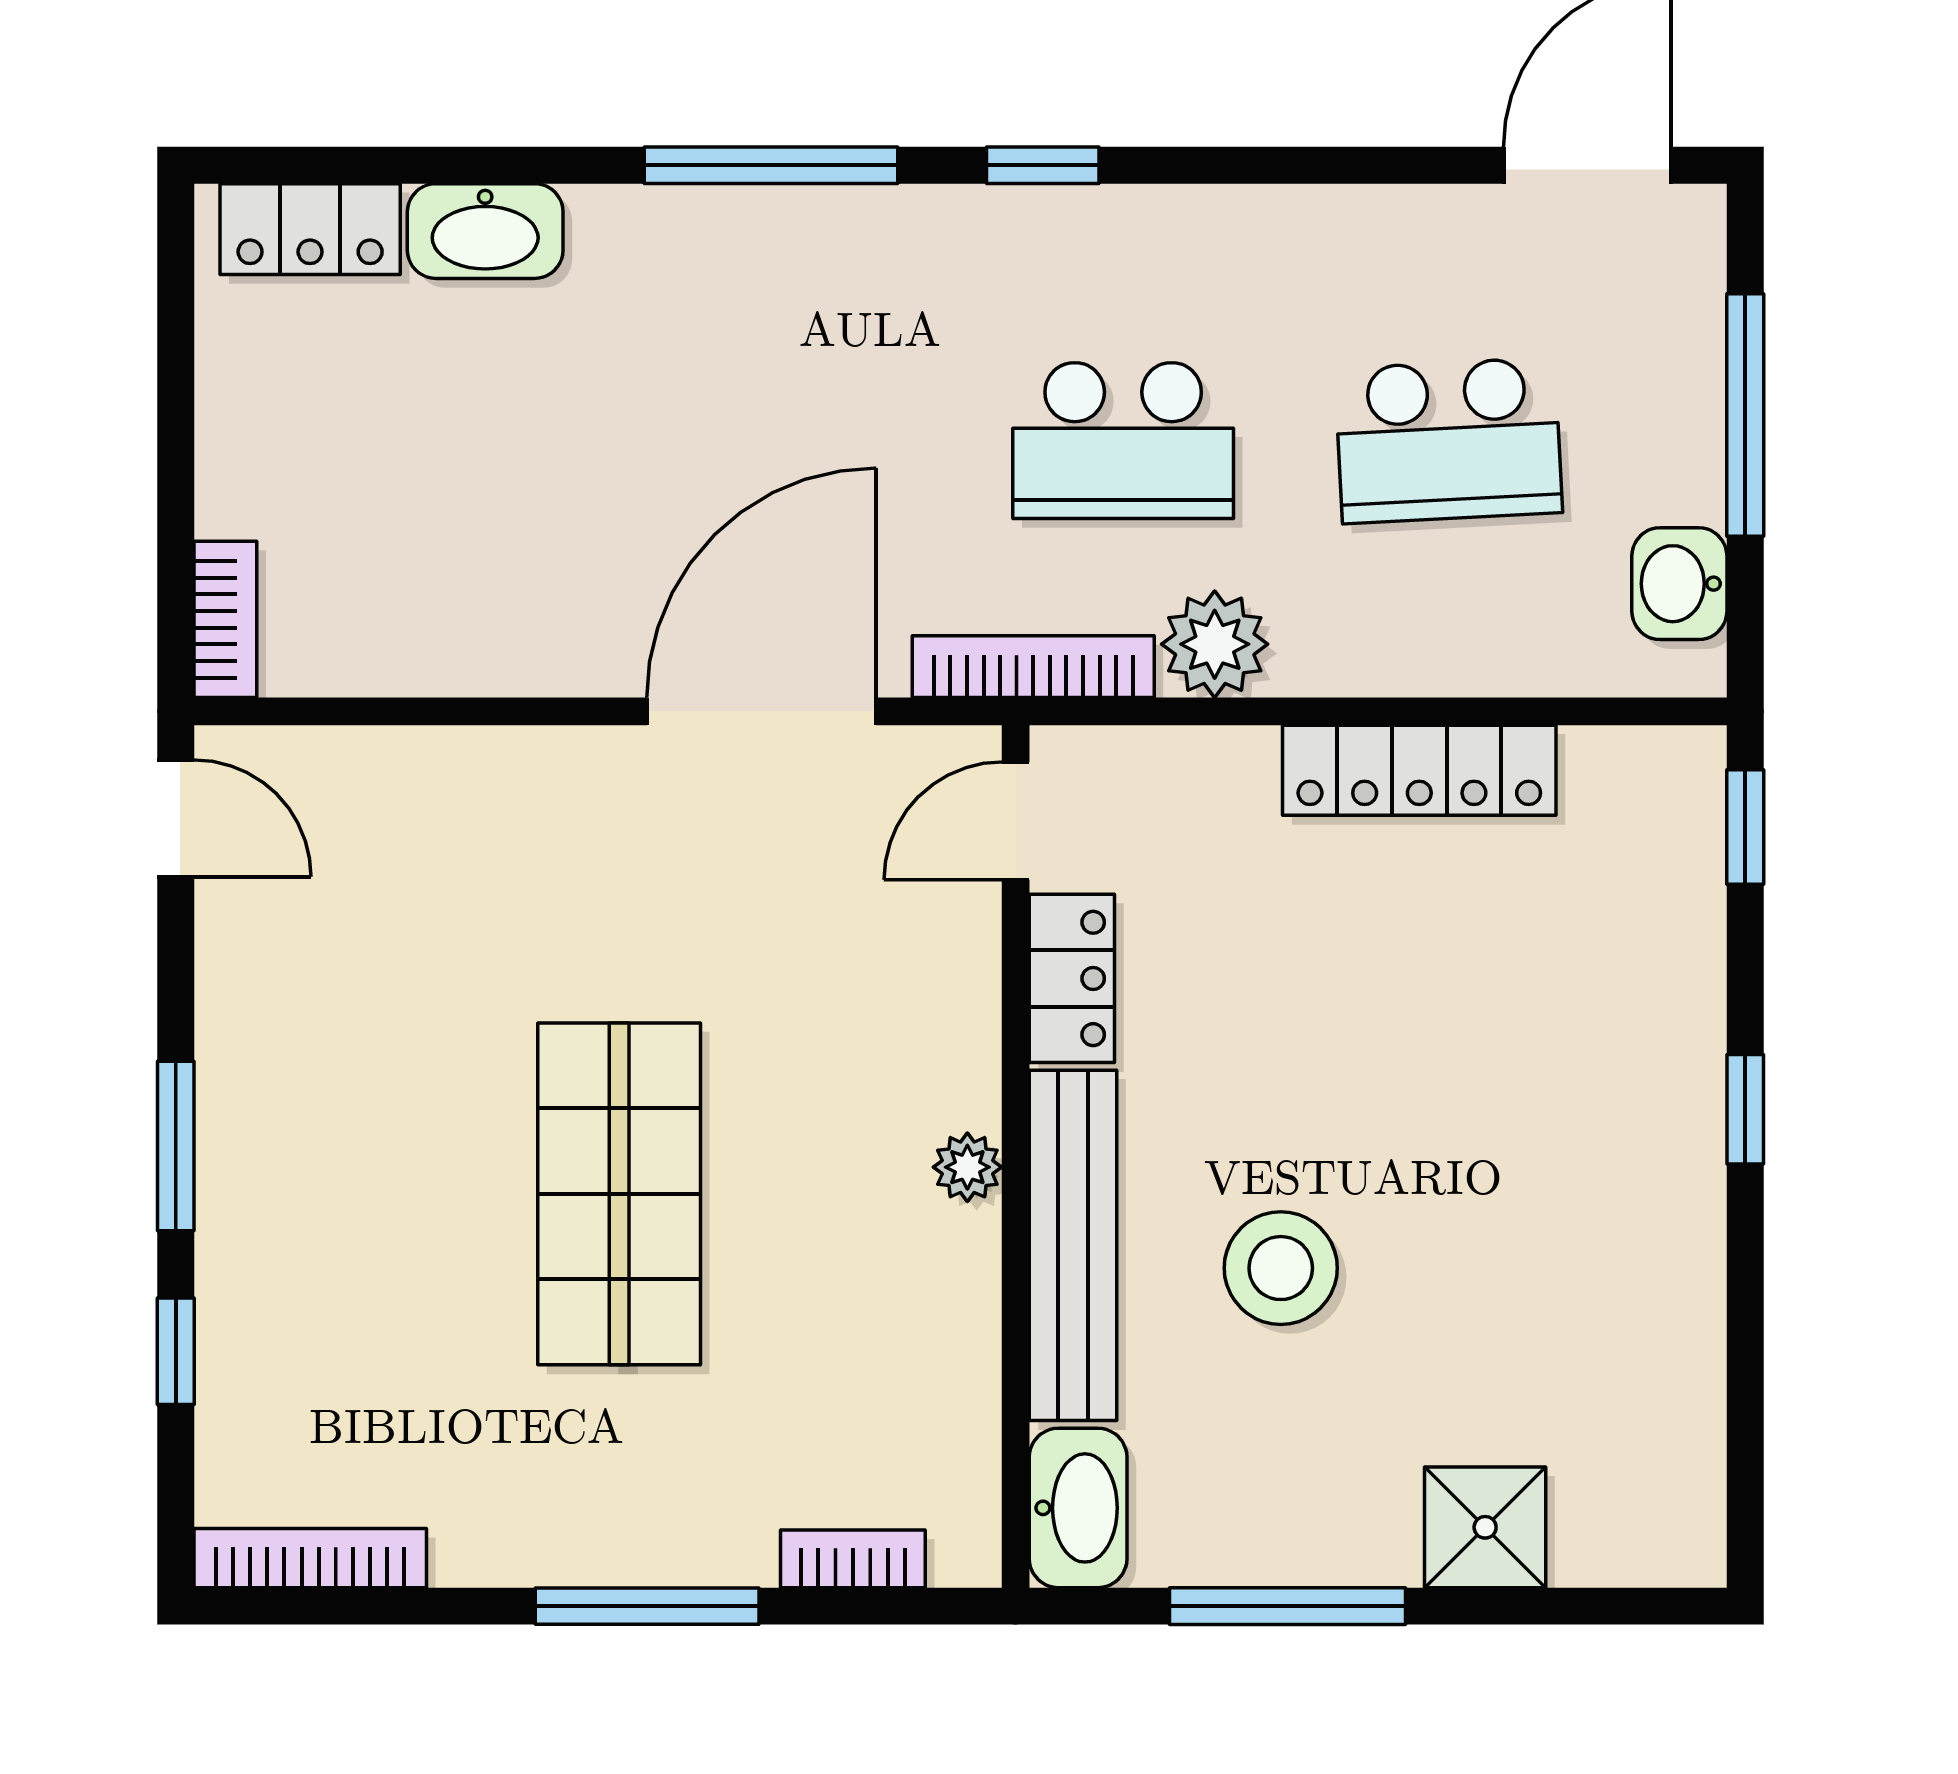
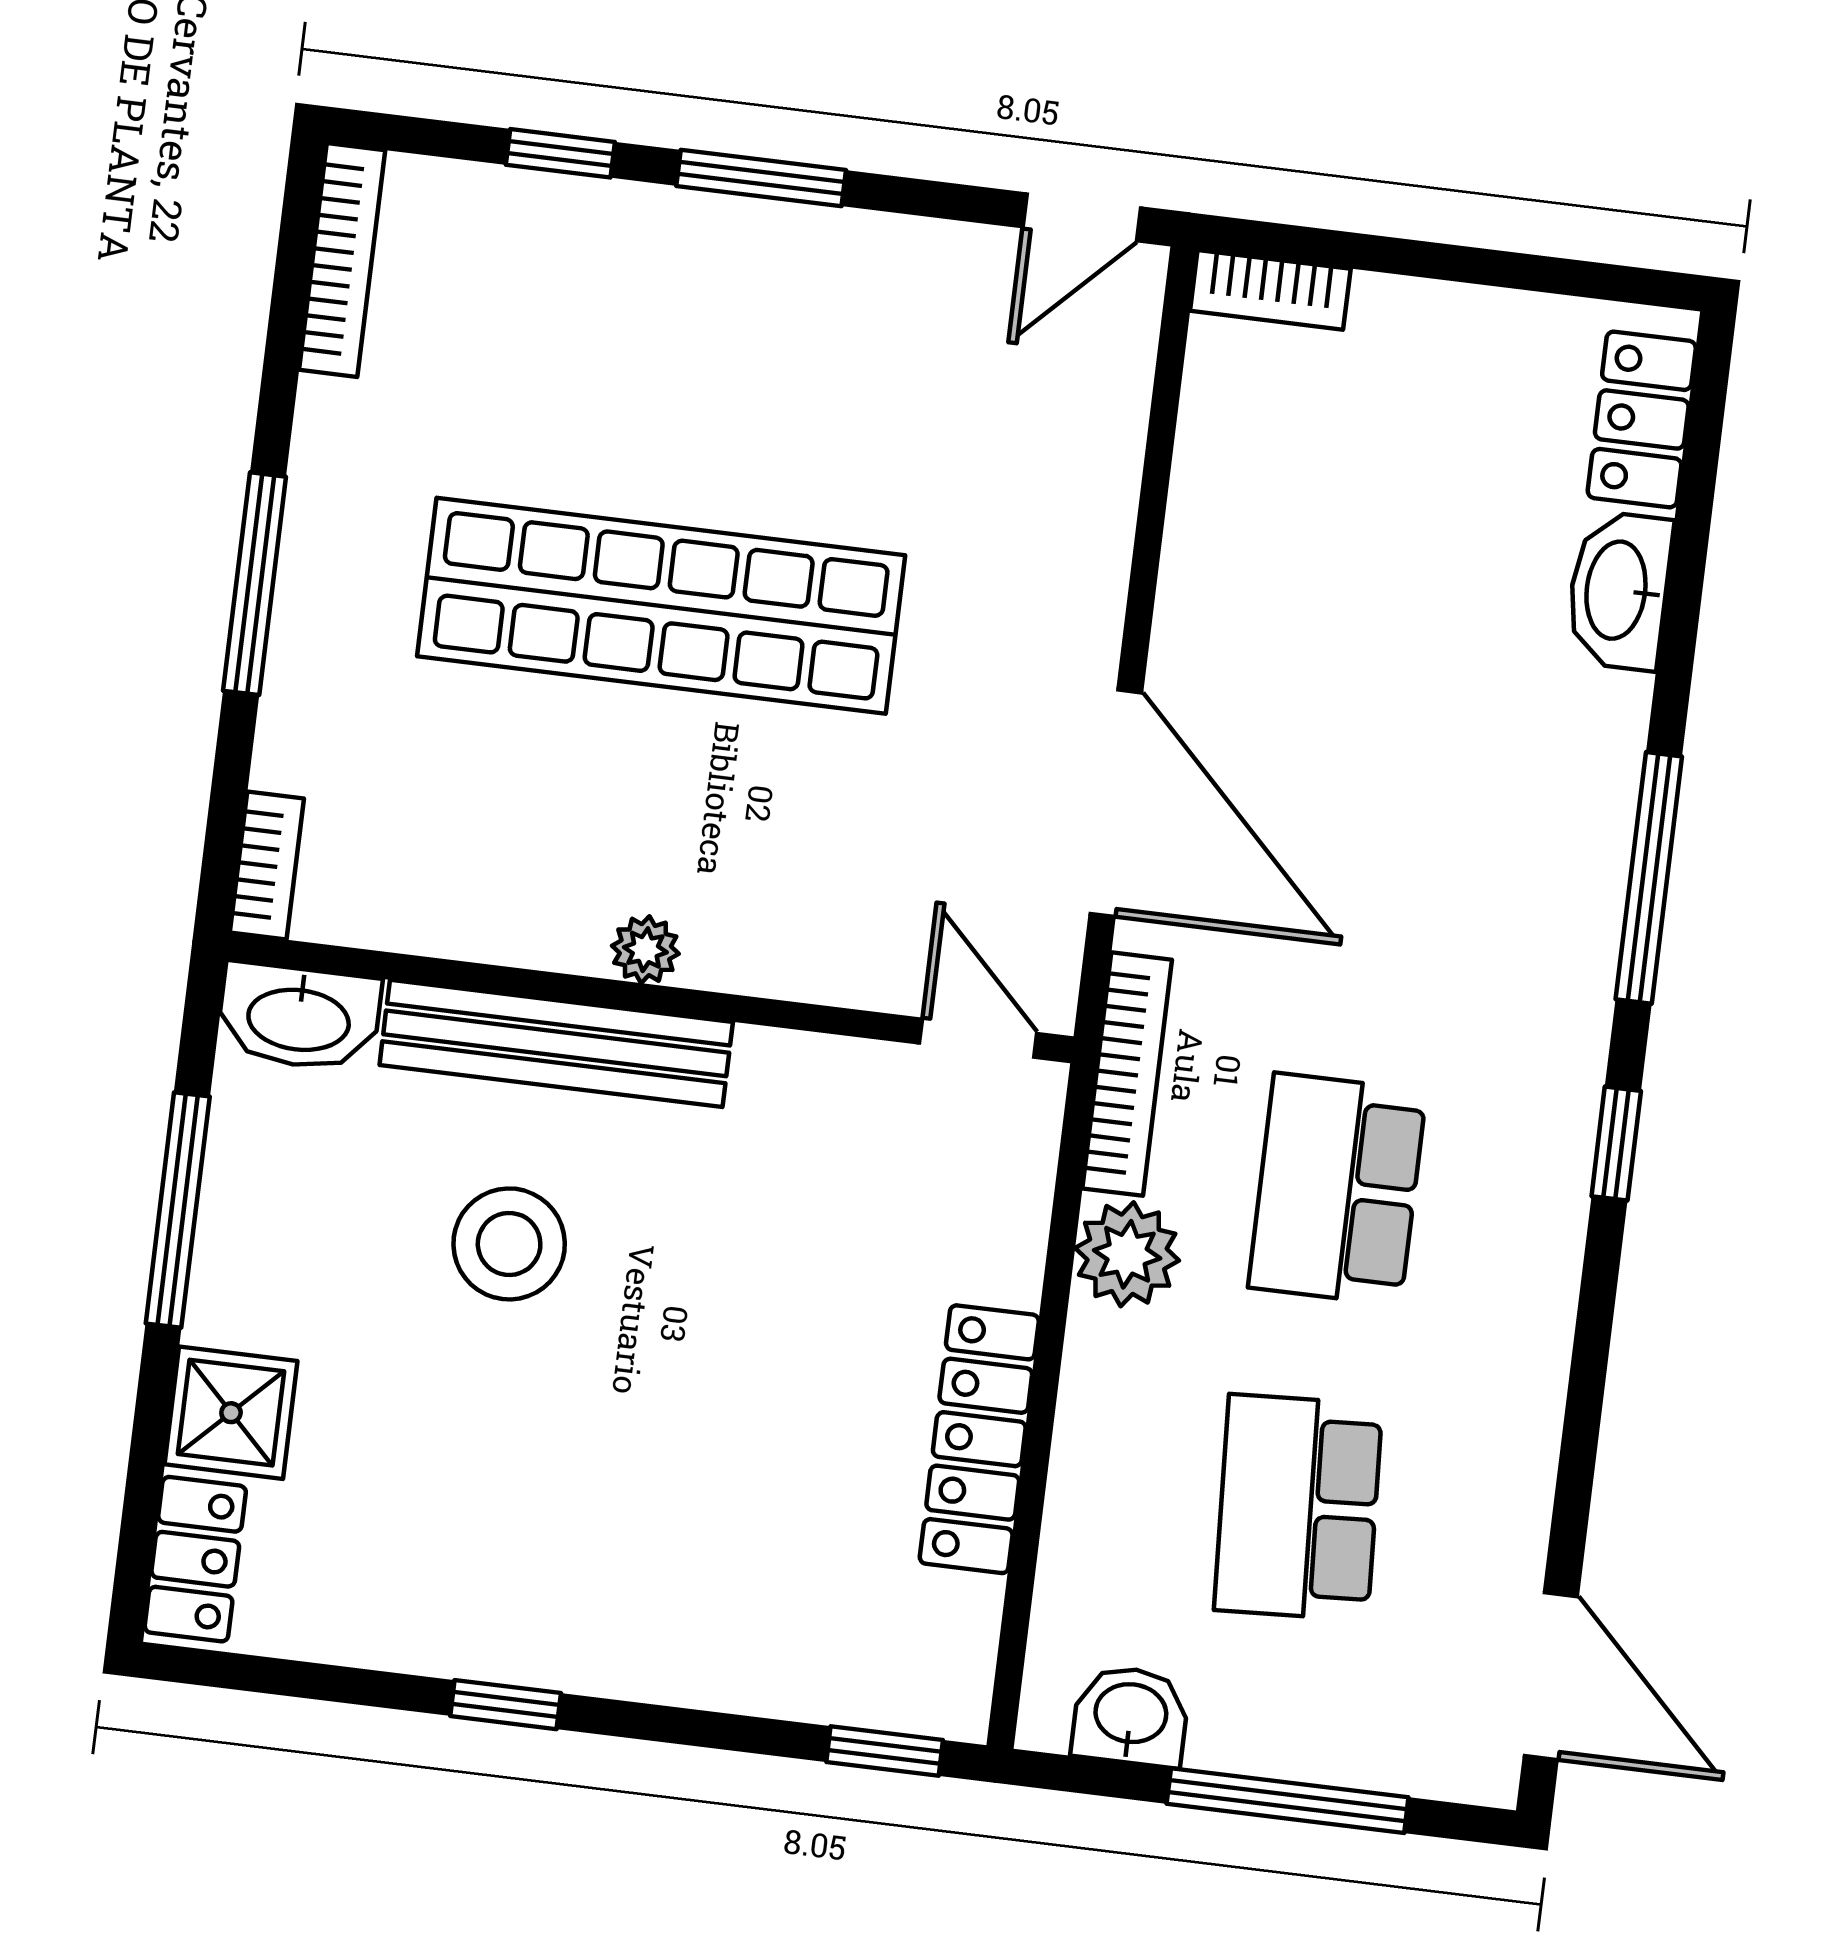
locker: (1072, 978) -> (195, 1559), moved, turned -90
window: (1745, 1109) -> (506, 1705), moved
shop shelf: (619, 1194) -> (661, 606), width x1.40
bookcase: (853, 1559) -> (267, 866), moved

